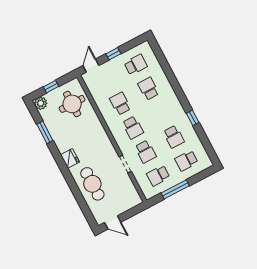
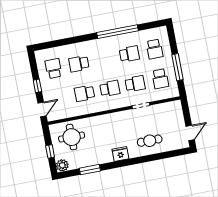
door: (91, 66) -> (42, 109), swing flipped
window: (193, 118) -> (117, 32), width x3.17
cafe table: (92, 184) -> (150, 141), width x0.73, depth x0.74

